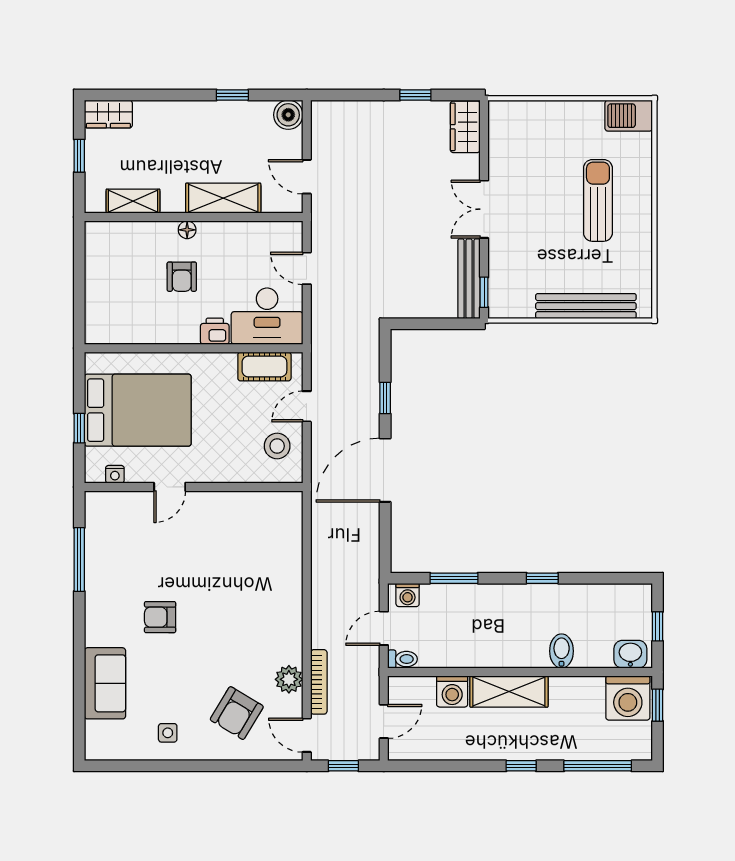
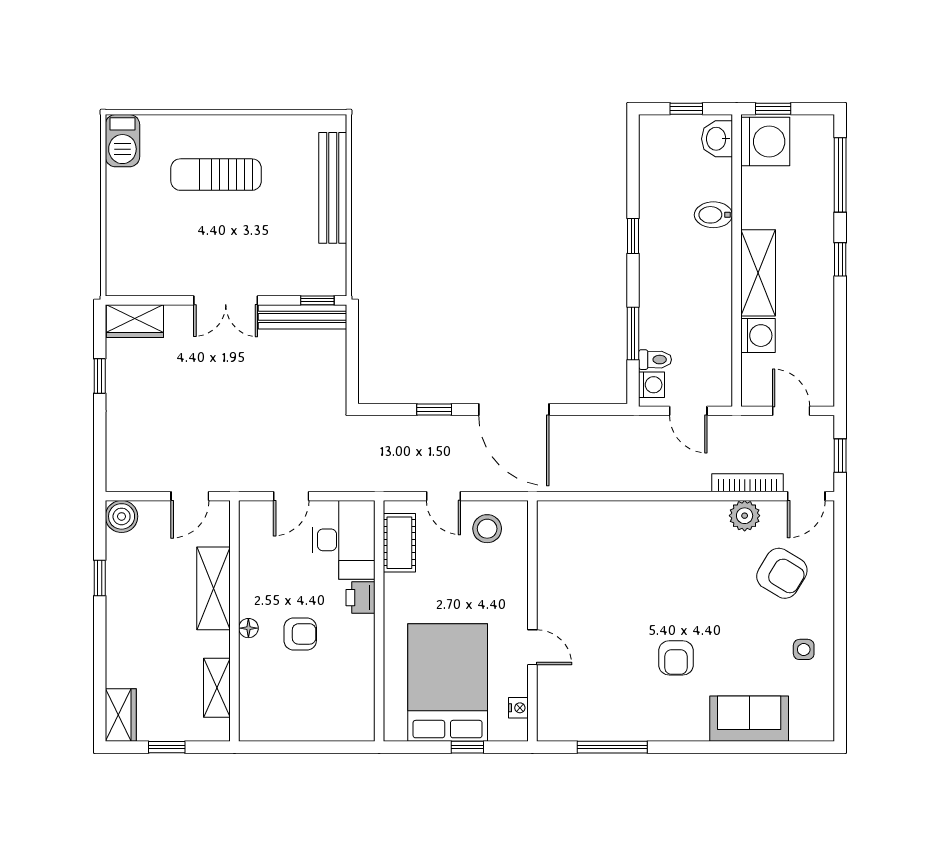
toilet: (403, 659) -> (655, 360), moved, turned 90

